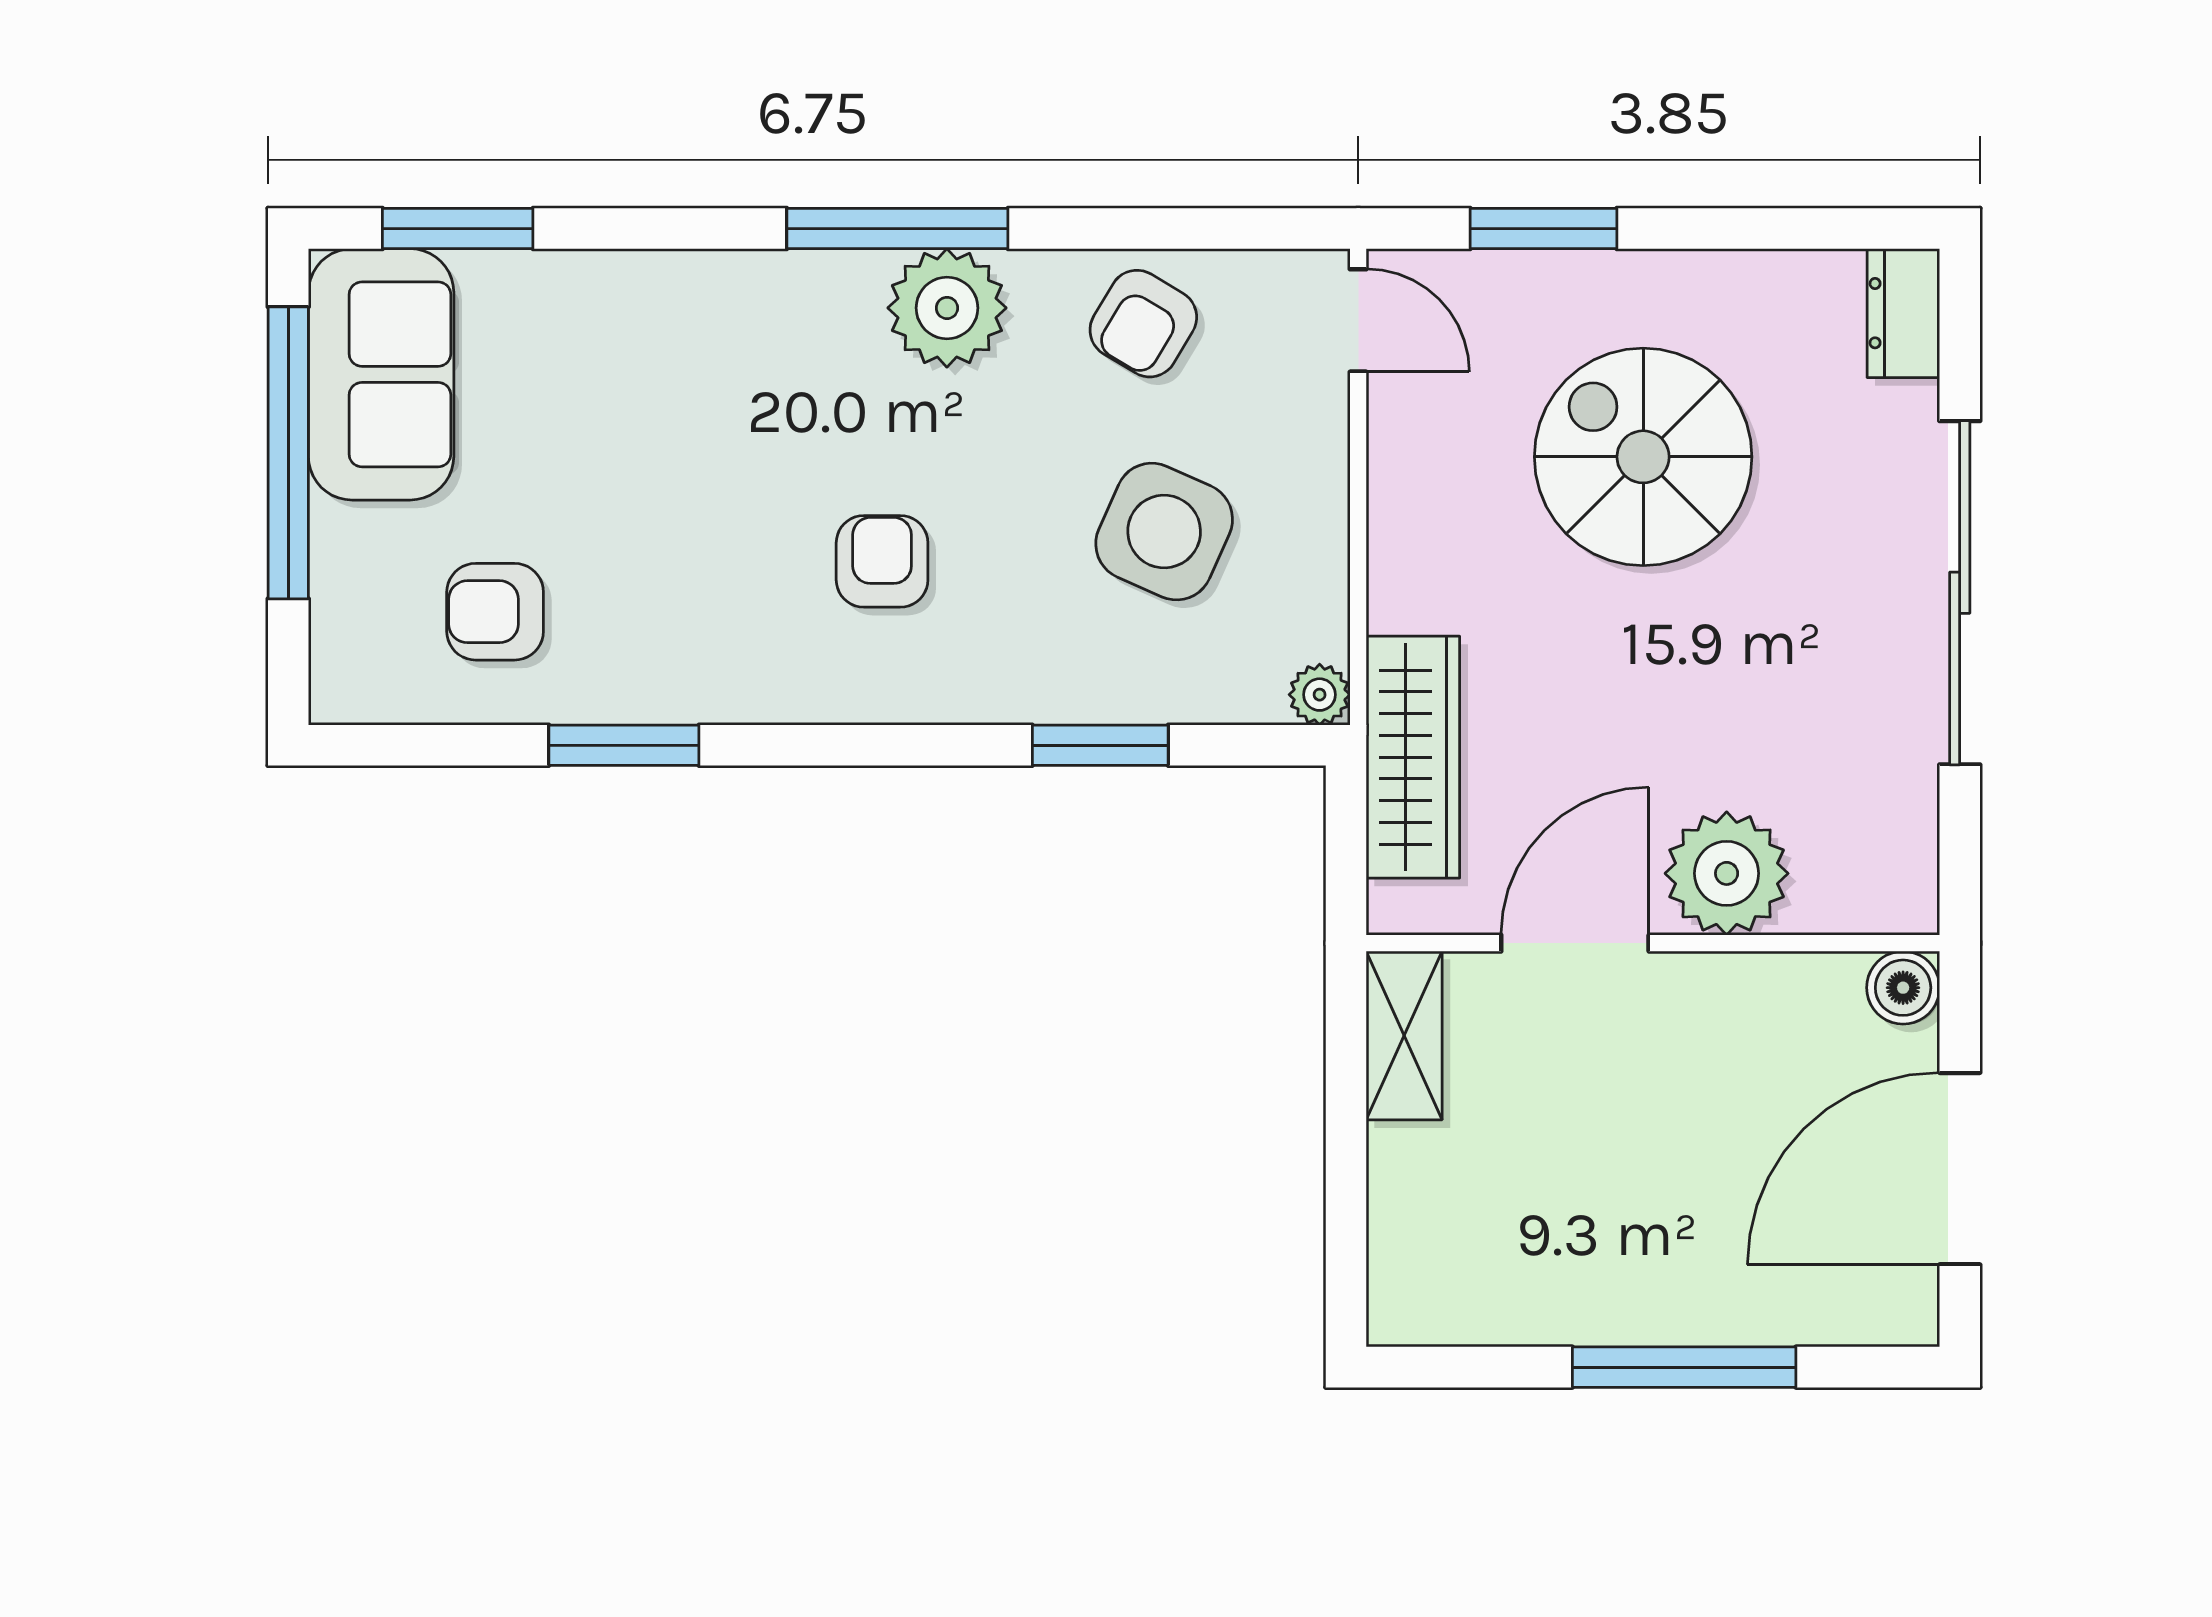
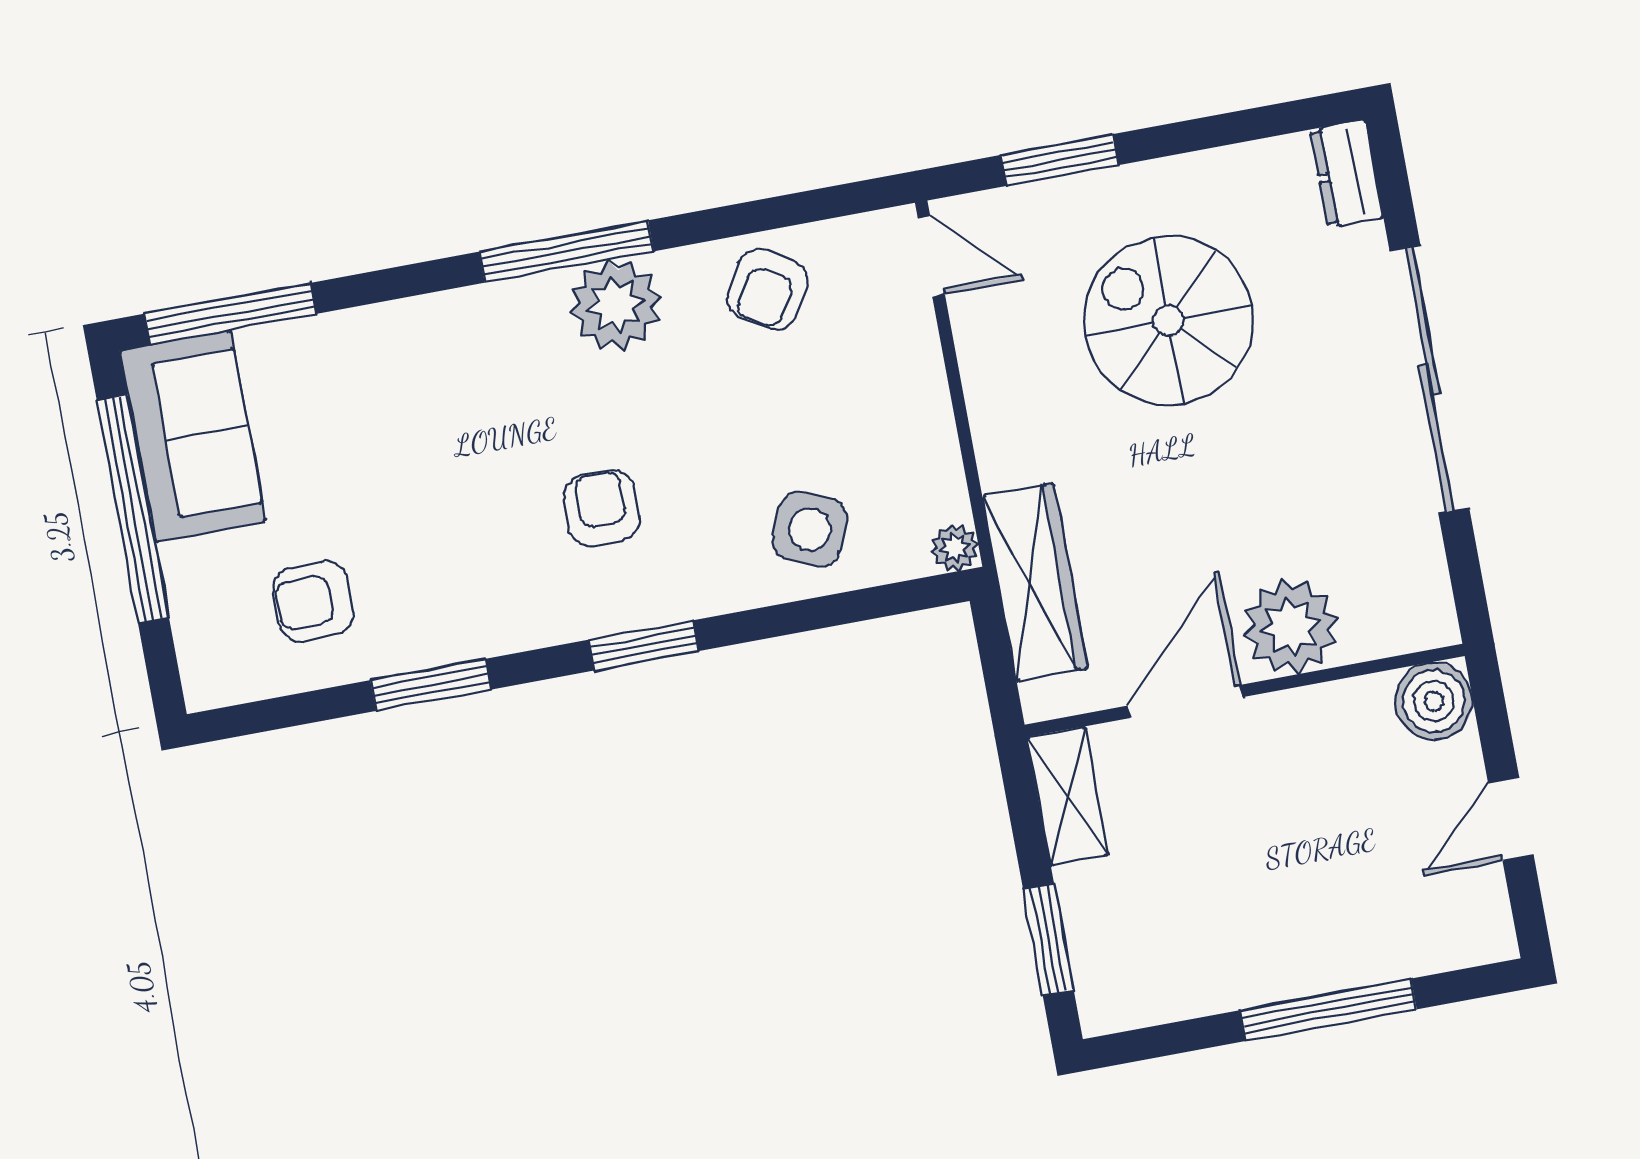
window: (458, 229) -> (230, 314), width x1.44
side table: (1164, 532) -> (810, 529), moved, width x0.73, depth x0.73
window: (1100, 745) -> (644, 645), moved
boiler: (1903, 988) -> (1434, 701), width x1.36, depth x1.36
door: (1960, 1169) -> (1511, 819), width x0.53
window: (1346, 1213) -> (1048, 940), added

